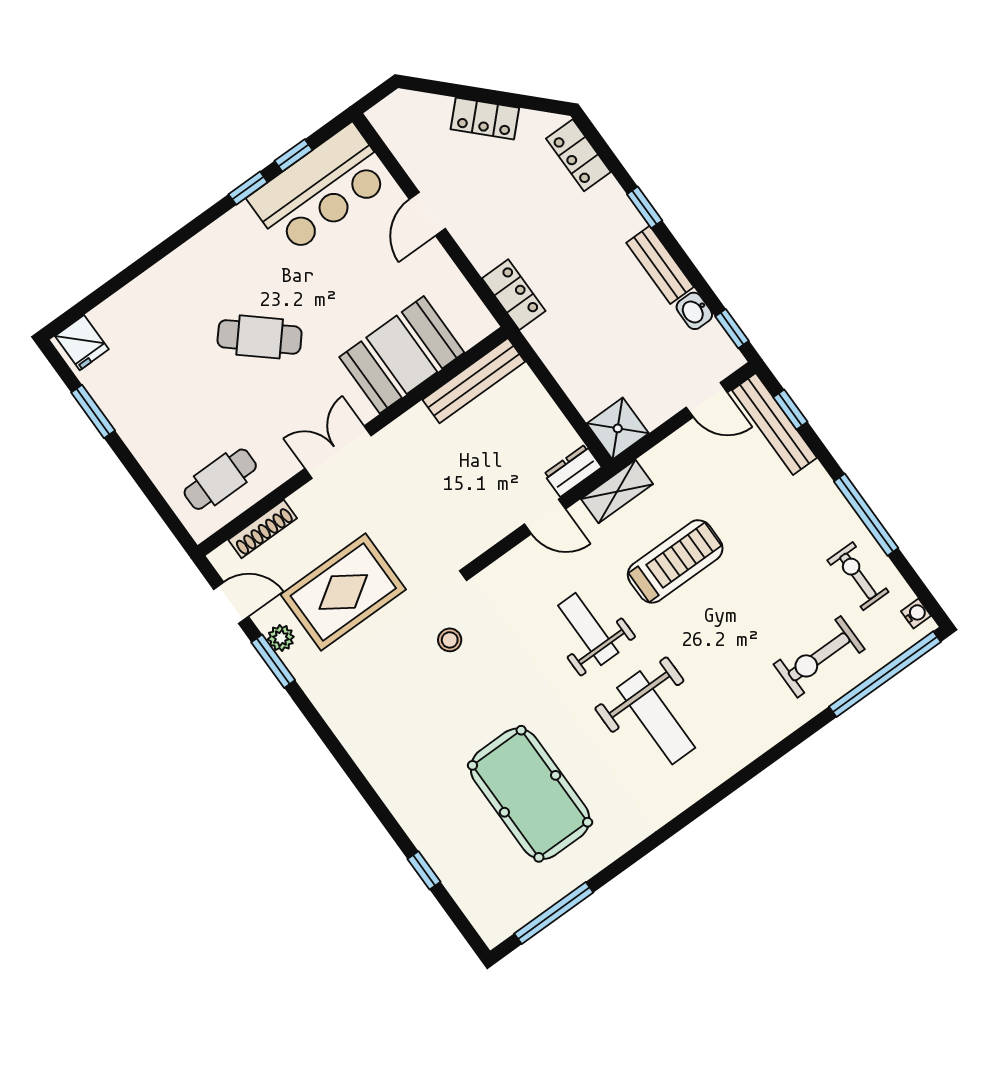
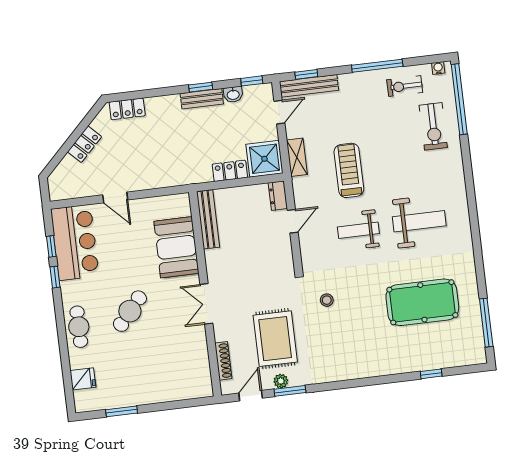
window: (645, 207) -> (201, 87), moved
locker: (514, 295) -> (230, 171), moved
fridge: (82, 343) -> (83, 379), moved
shower: (618, 428) -> (264, 159), width x1.36, depth x1.36
cafe table: (220, 479) -> (79, 327), moved
shelving: (617, 491) -> (297, 157), moved

